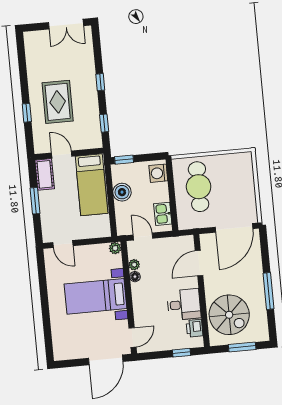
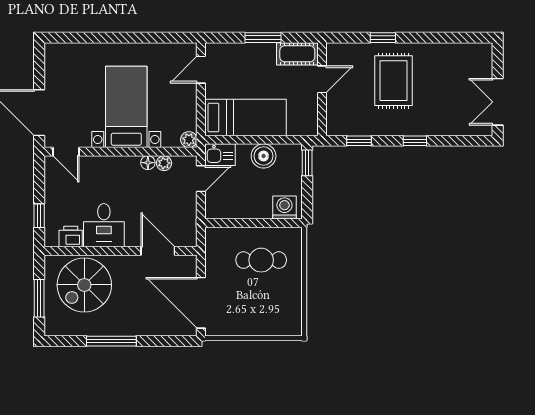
rug: (58, 102) -> (394, 81), turned 90
bed: (92, 185) -> (246, 118), moved, turned 180
cafe table: (199, 187) -> (261, 260), width x0.73, depth x0.74
kitchen sink: (163, 214) -> (220, 155), moved, turned 180

